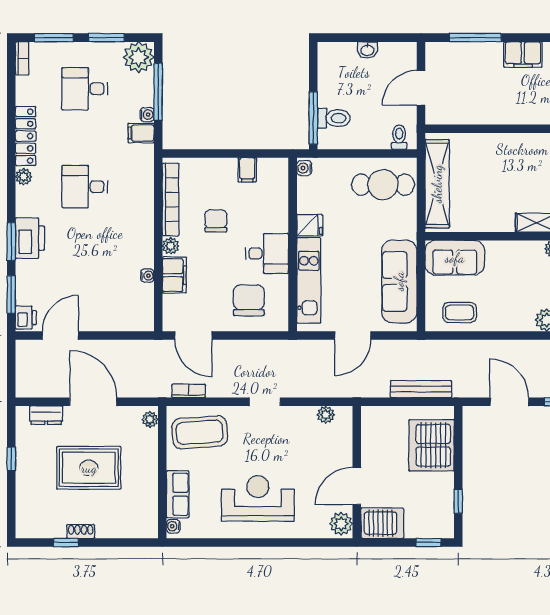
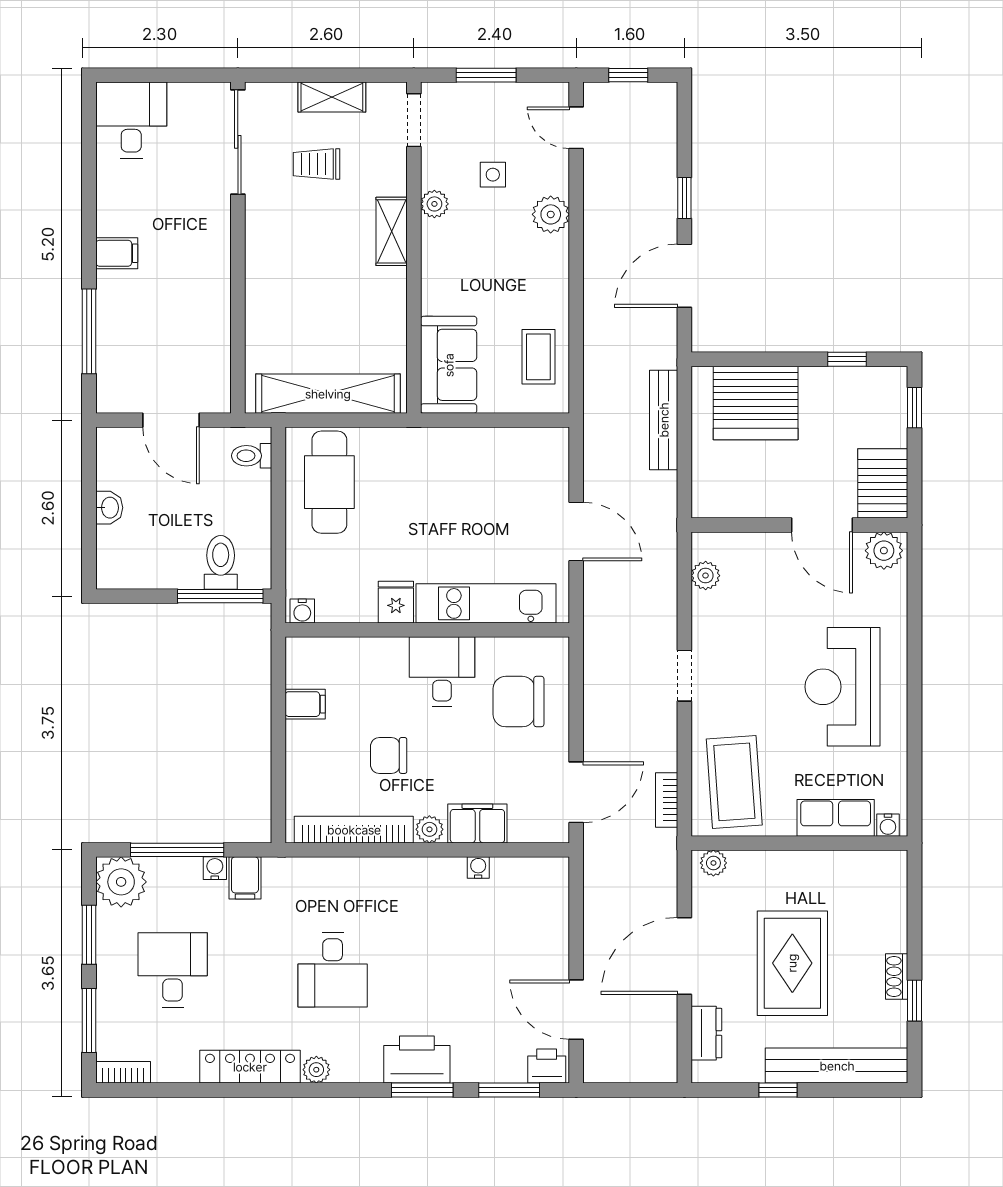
filing cabinet: (523, 55) -> (117, 253), width x0.50
desk: (85, 89) -> (173, 970), turned 180
sofa: (399, 281) -> (488, 456), removed
bench: (26, 495) -> (837, 1066), added

